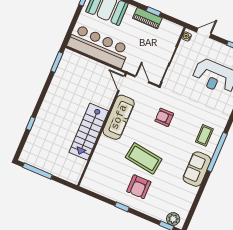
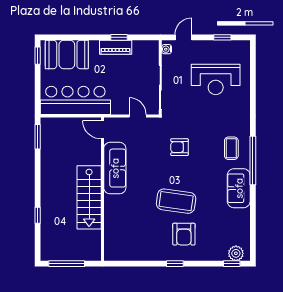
door: (122, 83) -> (102, 130), moved
sofa: (119, 117) -> (115, 168), moved
wall: (102, 130) -> (102, 189), moved
stairs: (89, 132) -> (89, 197), moved

